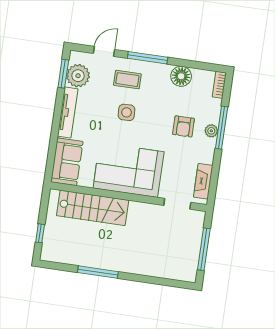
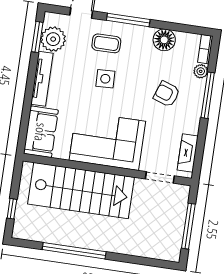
armchair: (183, 126) -> (167, 94), turned 109
plant: (211, 131) -> (201, 71), moved
stairs: (93, 208) -> (81, 191), width x1.36, depth x1.51
window: (98, 272) -> (74, 251), width x1.46

